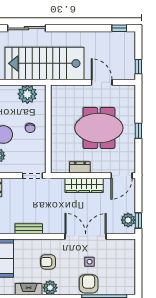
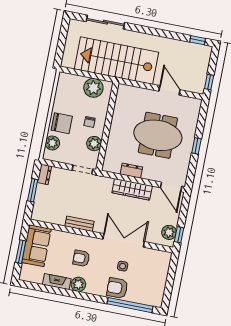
plant: (39, 148) -> (94, 144), added
door: (122, 176) -> (171, 187), hinge flipped
bench: (29, 229) -> (79, 224), moved
armchair: (89, 284) -> (117, 288), turned -90

